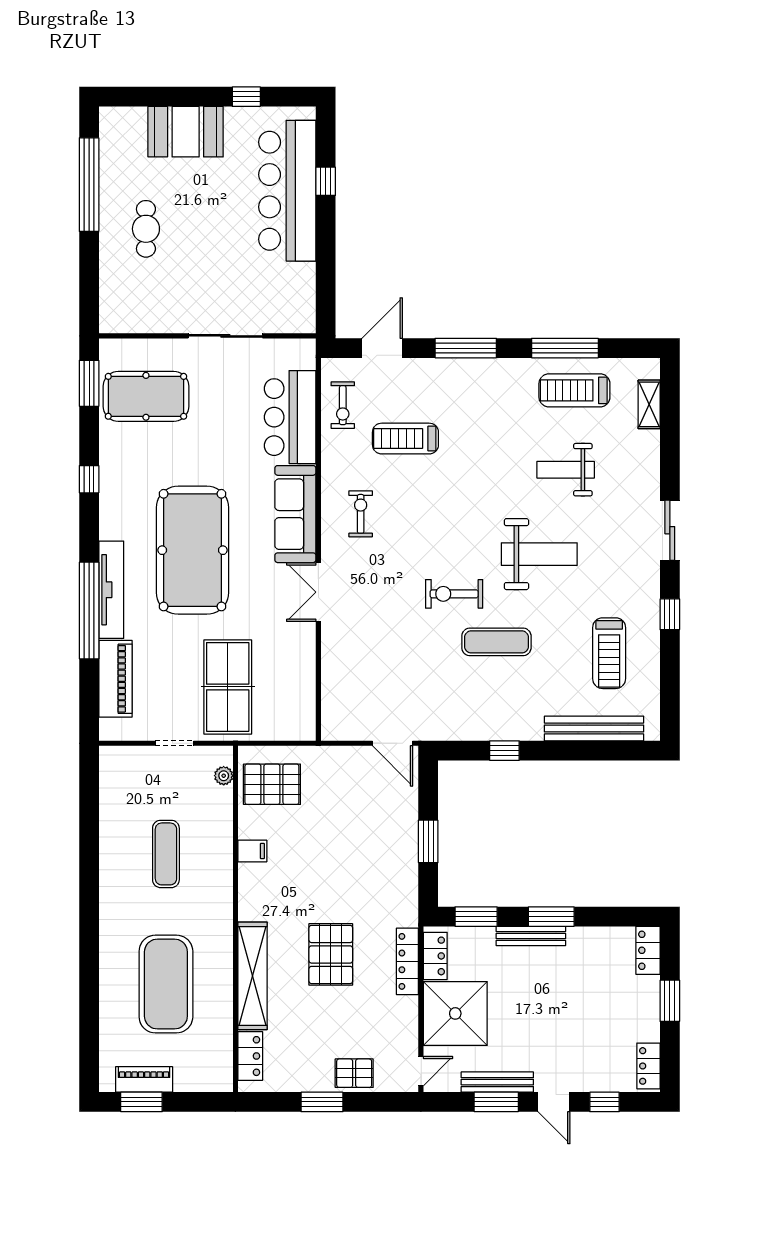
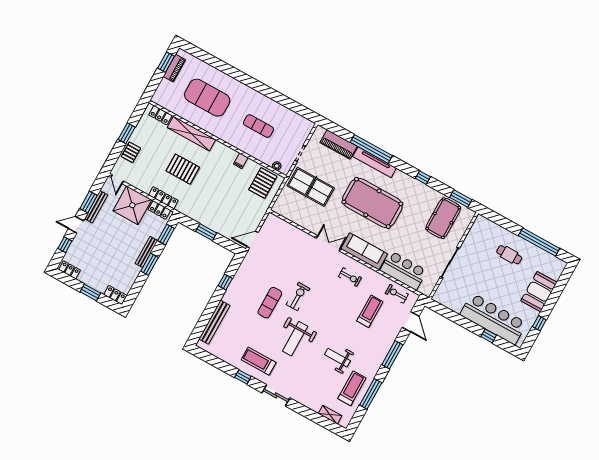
weight bench: (566, 470) -> (337, 358), moved, turned -90
treadmill: (609, 653) -> (259, 361), moved

